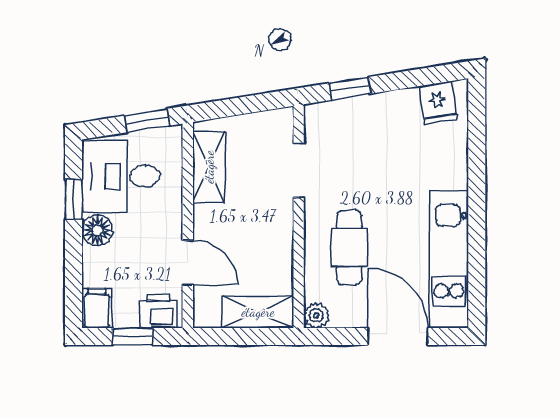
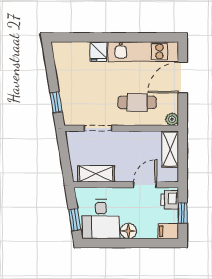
fridge: (438, 103) -> (99, 52), moved, turned 99
window: (147, 121) -> (75, 219), moved
window: (74, 199) -> (113, 243), removed

